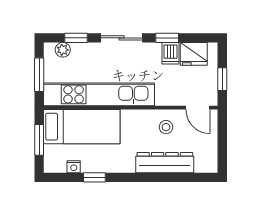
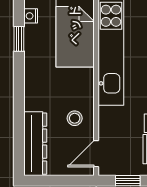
dresser: (165, 163) -> (35, 144), moved

